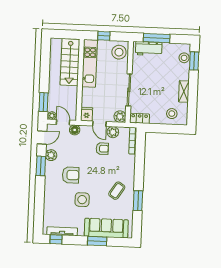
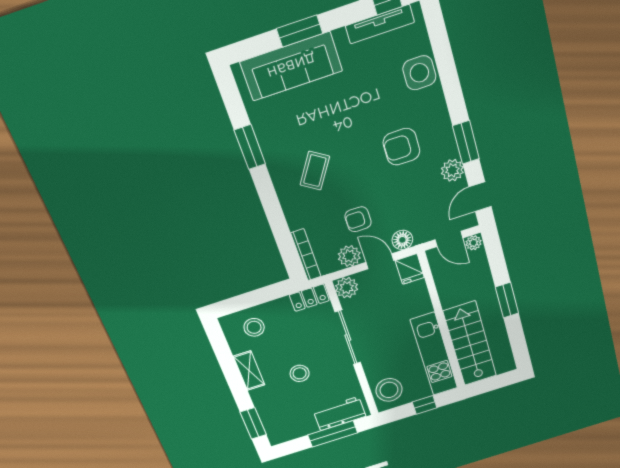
stool: (184, 58) -> (300, 373), moved
window: (44, 102) -> (507, 300), moved
floor lamp: (75, 130) -> (402, 240), moved
coffee table: (117, 191) -> (315, 171), moved
side table: (82, 200) -> (419, 73), moved

